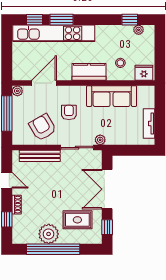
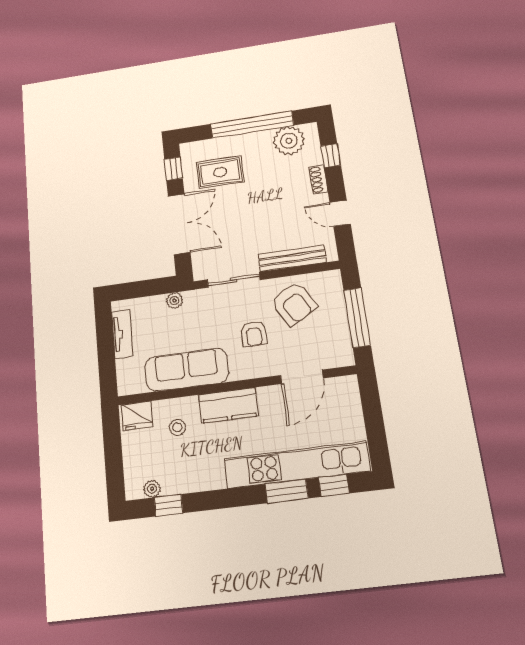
plant: (17, 91) -> (345, 358), removed
plant: (100, 140) -> (174, 301), moved
plant: (49, 234) -> (289, 141), moved

